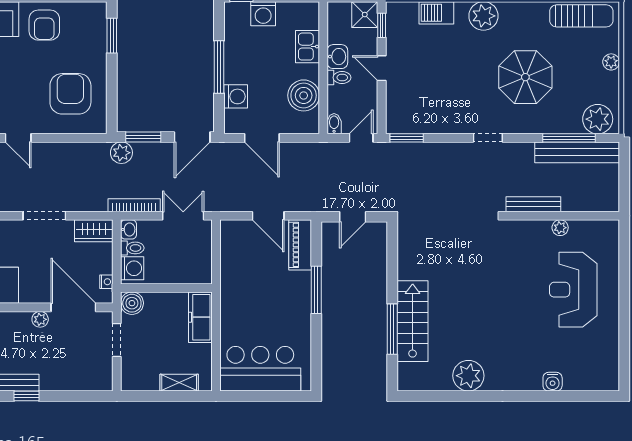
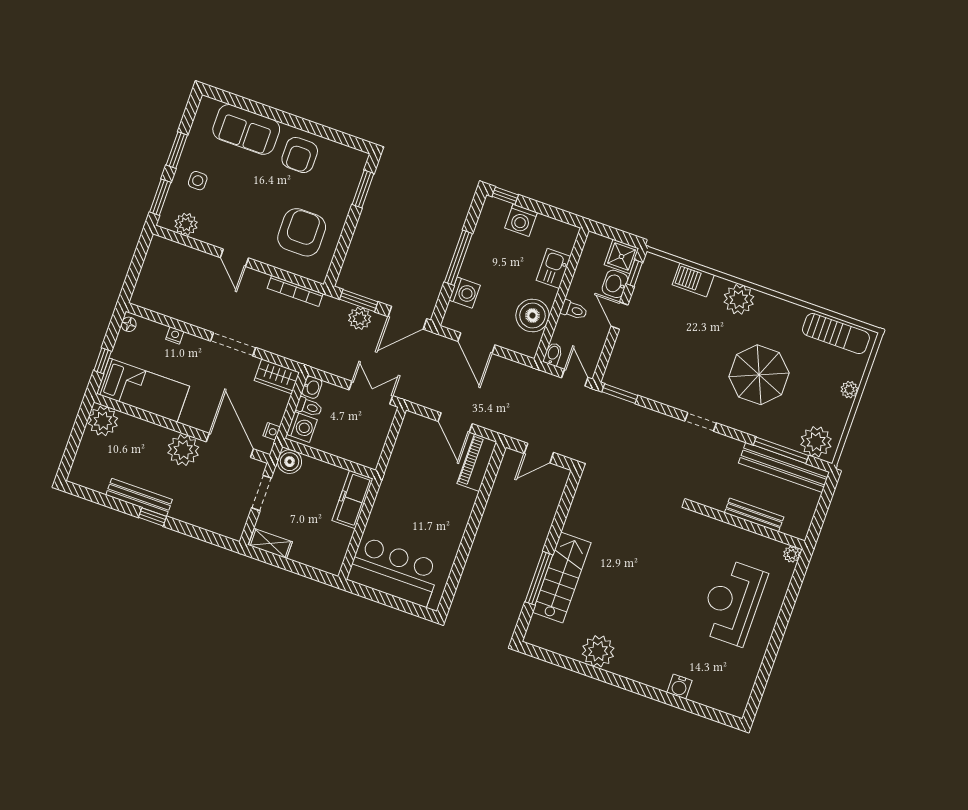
washbasin: (337, 57) -> (615, 284), moved, turned 180
door: (361, 138) -> (575, 378), hinge flipped
plant: (121, 153) -> (360, 318), moved
bench: (533, 204) -> (754, 515), moved
bookcase: (134, 205) -> (295, 291), moved, turned 180
plant: (560, 228) -> (792, 554), moved
window: (316, 290) -> (477, 513), removed
plant: (40, 319) -> (183, 450), width x1.87, depth x1.87
shelving: (179, 383) -> (270, 543), moved

